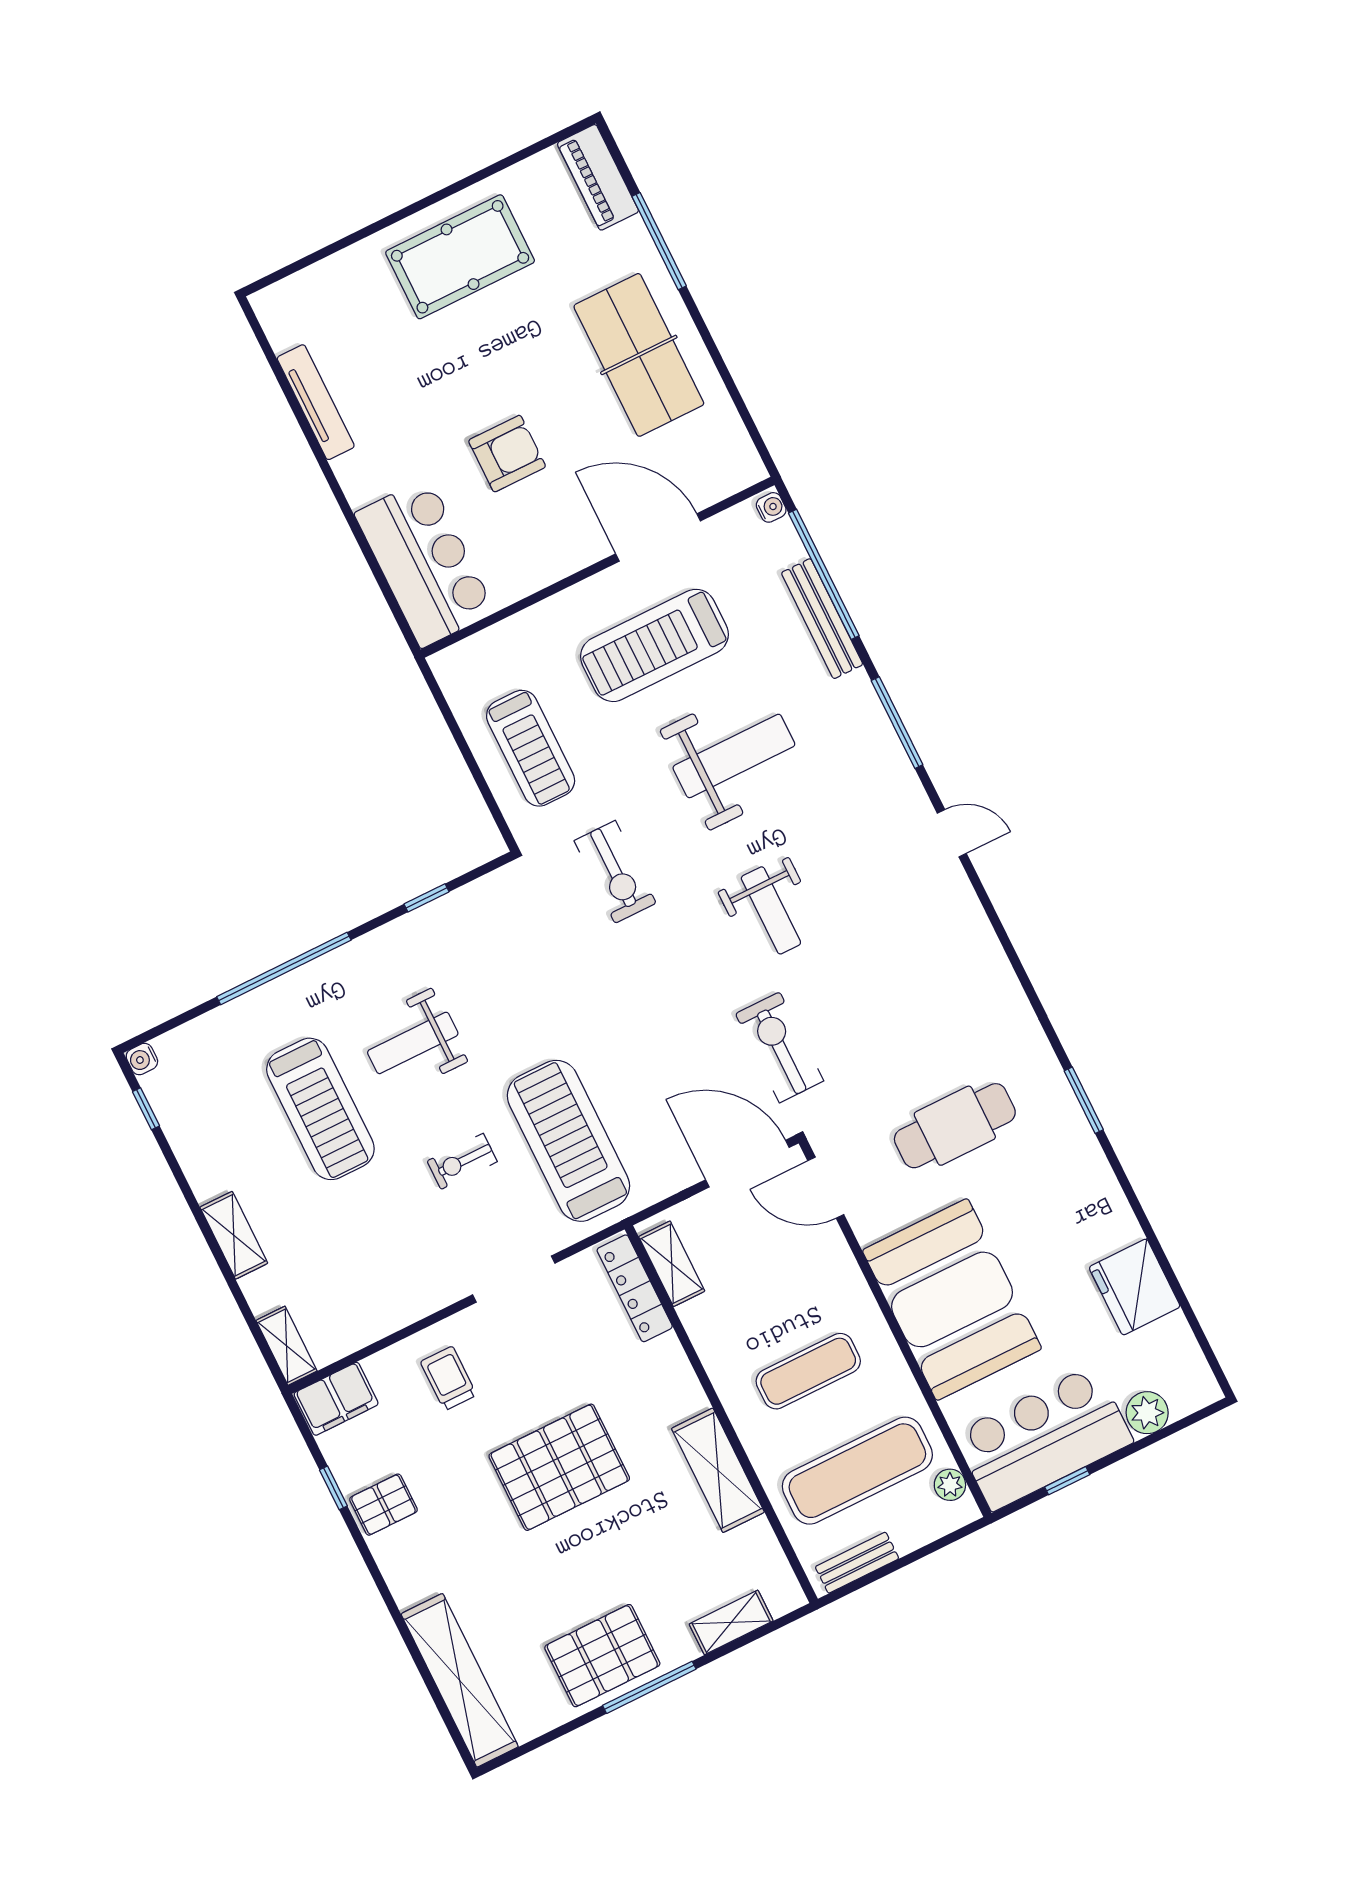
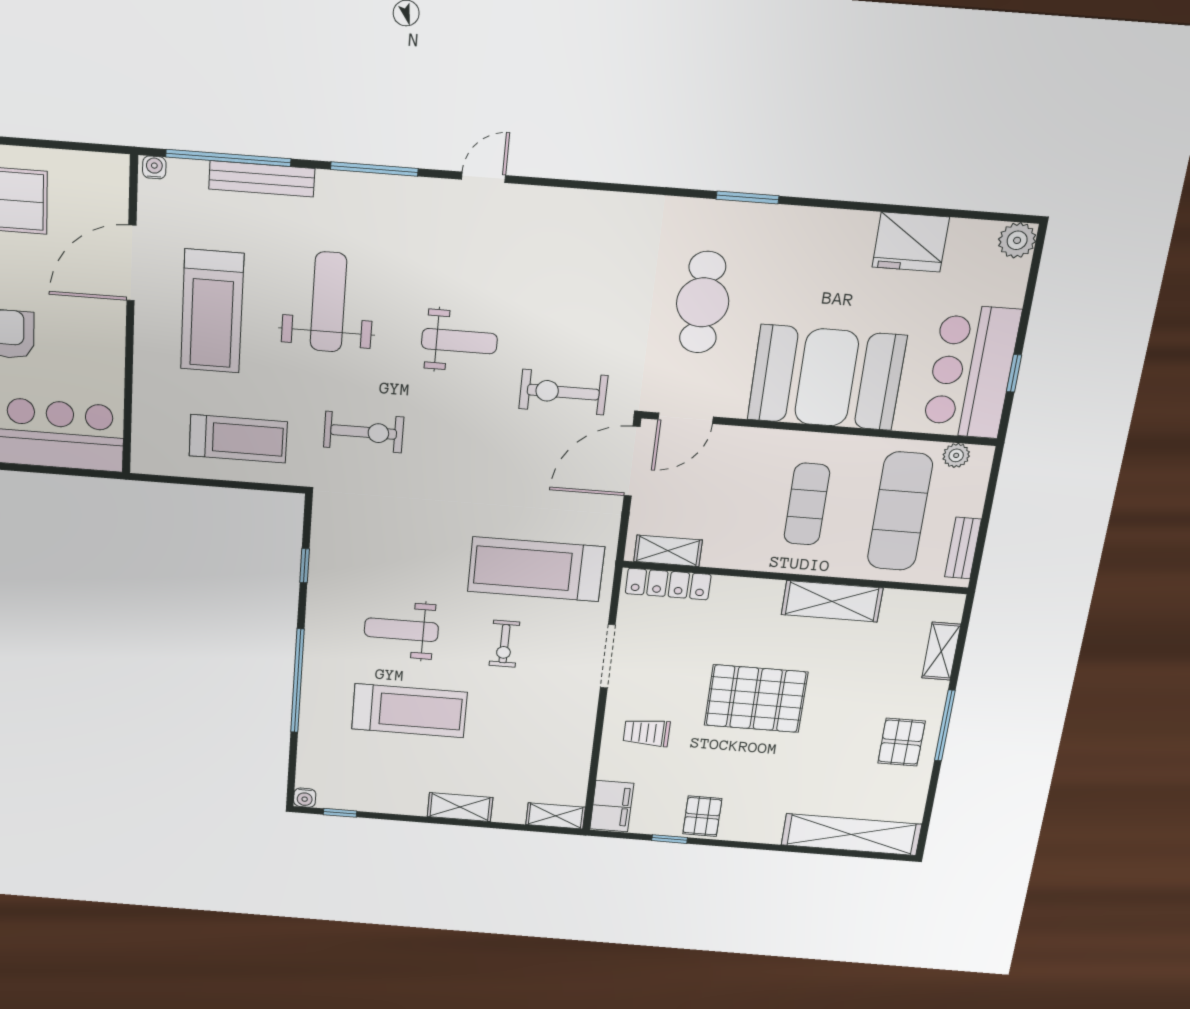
weight bench: (413, 1043) -> (401, 630), turned 90
plant: (1147, 1413) -> (1017, 240), moved
pallet: (559, 1467) -> (756, 699), turned 90
pallet: (602, 1656) -> (902, 742), width x0.67, depth x0.71

